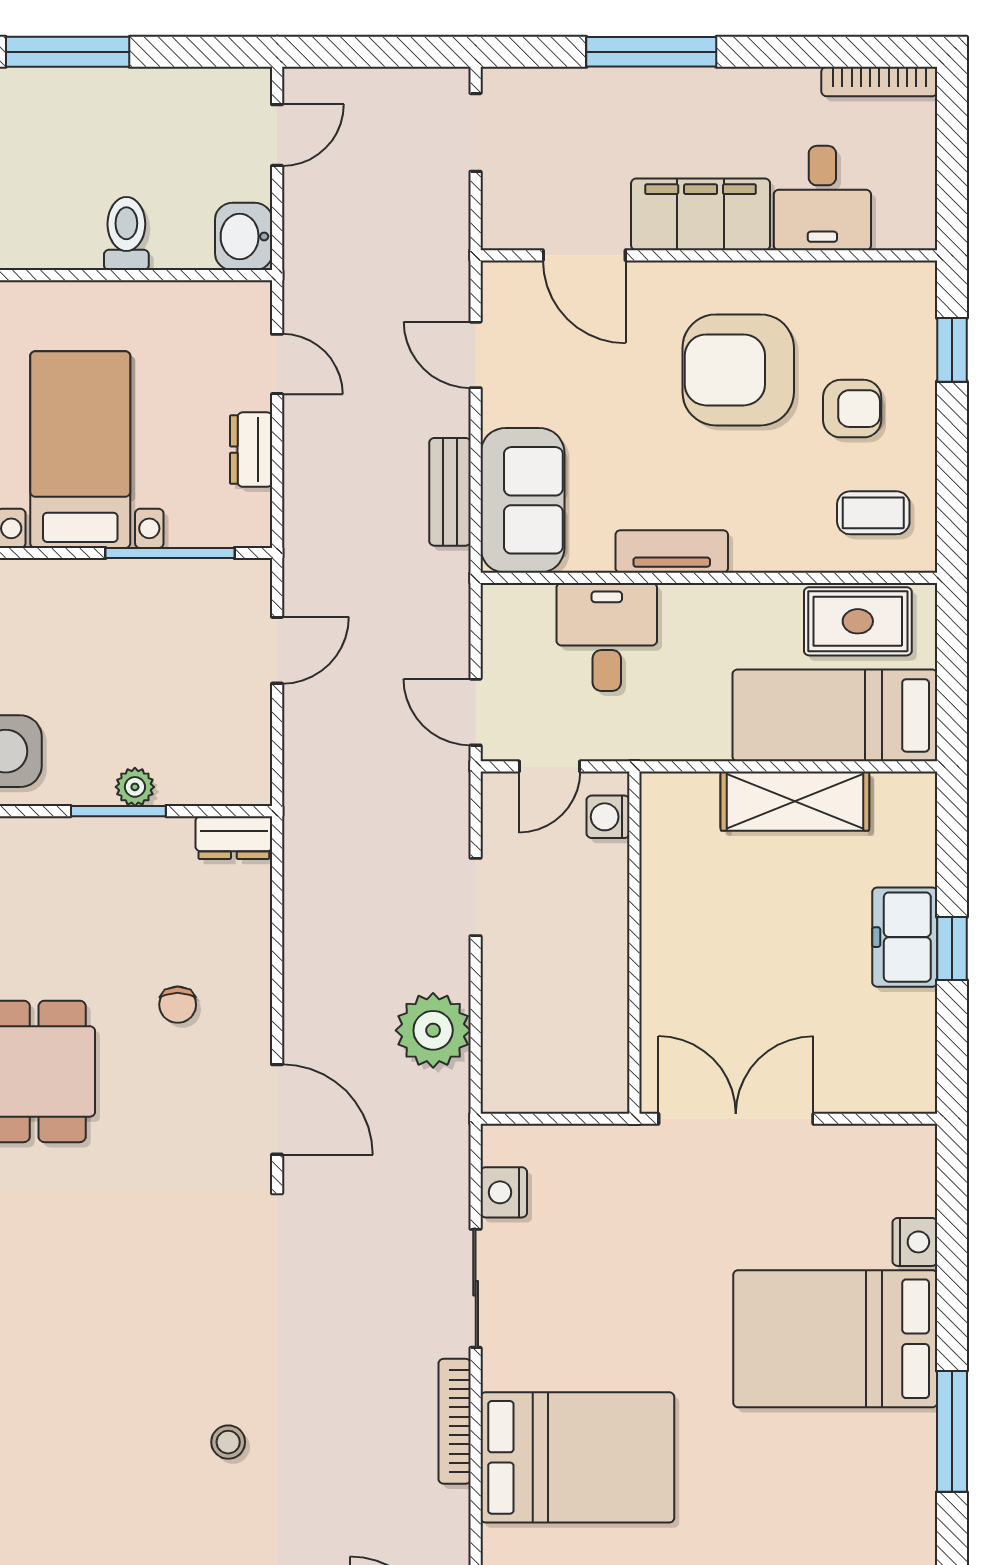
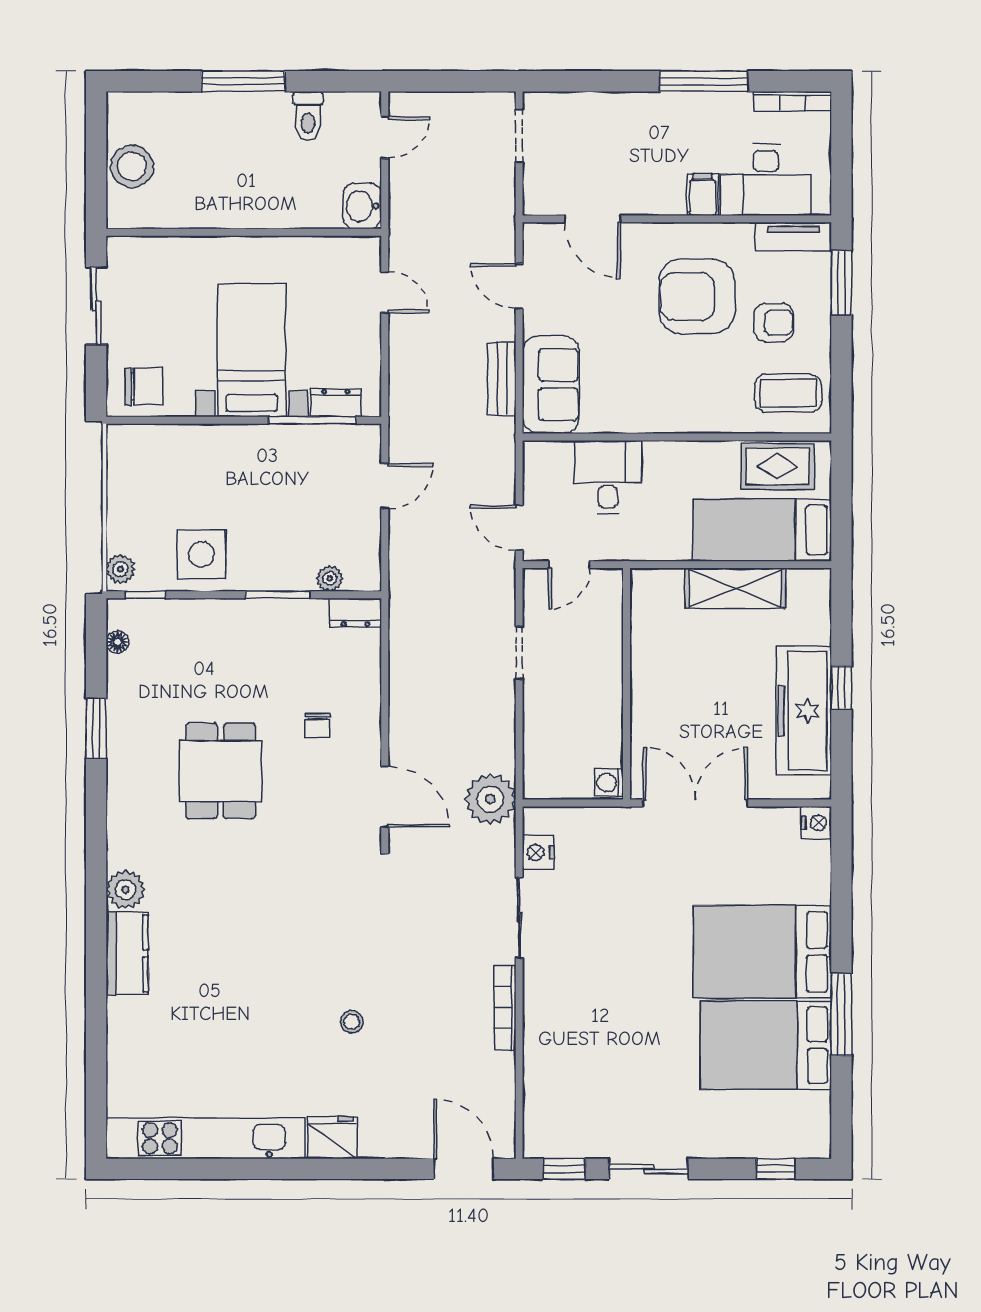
window: (651, 52) -> (704, 81), moved
desk: (822, 198) -> (766, 180), width x1.37
filing cabinet: (701, 214) -> (703, 195), width x0.33, depth x0.86
toilet: (126, 234) -> (308, 116), moved, turned 180
window: (952, 350) -> (841, 283), width x1.50
dresser: (251, 450) -> (336, 403), moved, turned 90
coffee table: (873, 513) -> (788, 393), width x1.36, depth x1.30
tv unit: (672, 551) -> (793, 237), moved, turned 180
plant: (135, 787) -> (330, 578), moved
washing machine: (608, 817) -> (609, 783), moved
freezer: (905, 937) -> (804, 711), width x1.91, depth x1.26
plant: (433, 1030) -> (490, 799), moved
nightstand: (915, 1242) -> (816, 823), moved
bed: (577, 1457) -> (766, 1045), moved, turned 180

